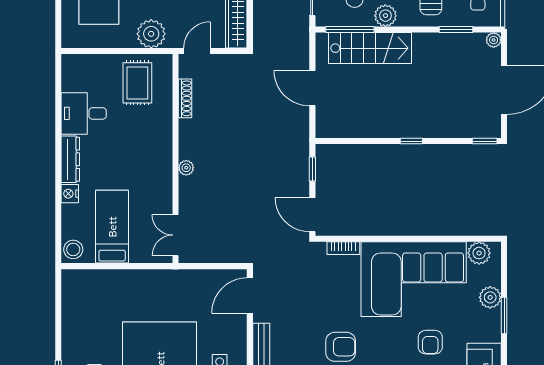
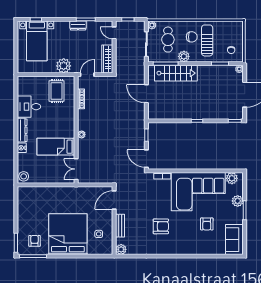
bed: (112, 227) -> (56, 147), moved, turned -90

